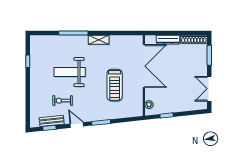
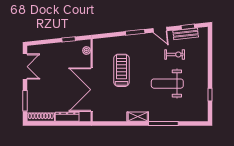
weight bench: (70, 72) -> (167, 84), turned 180

